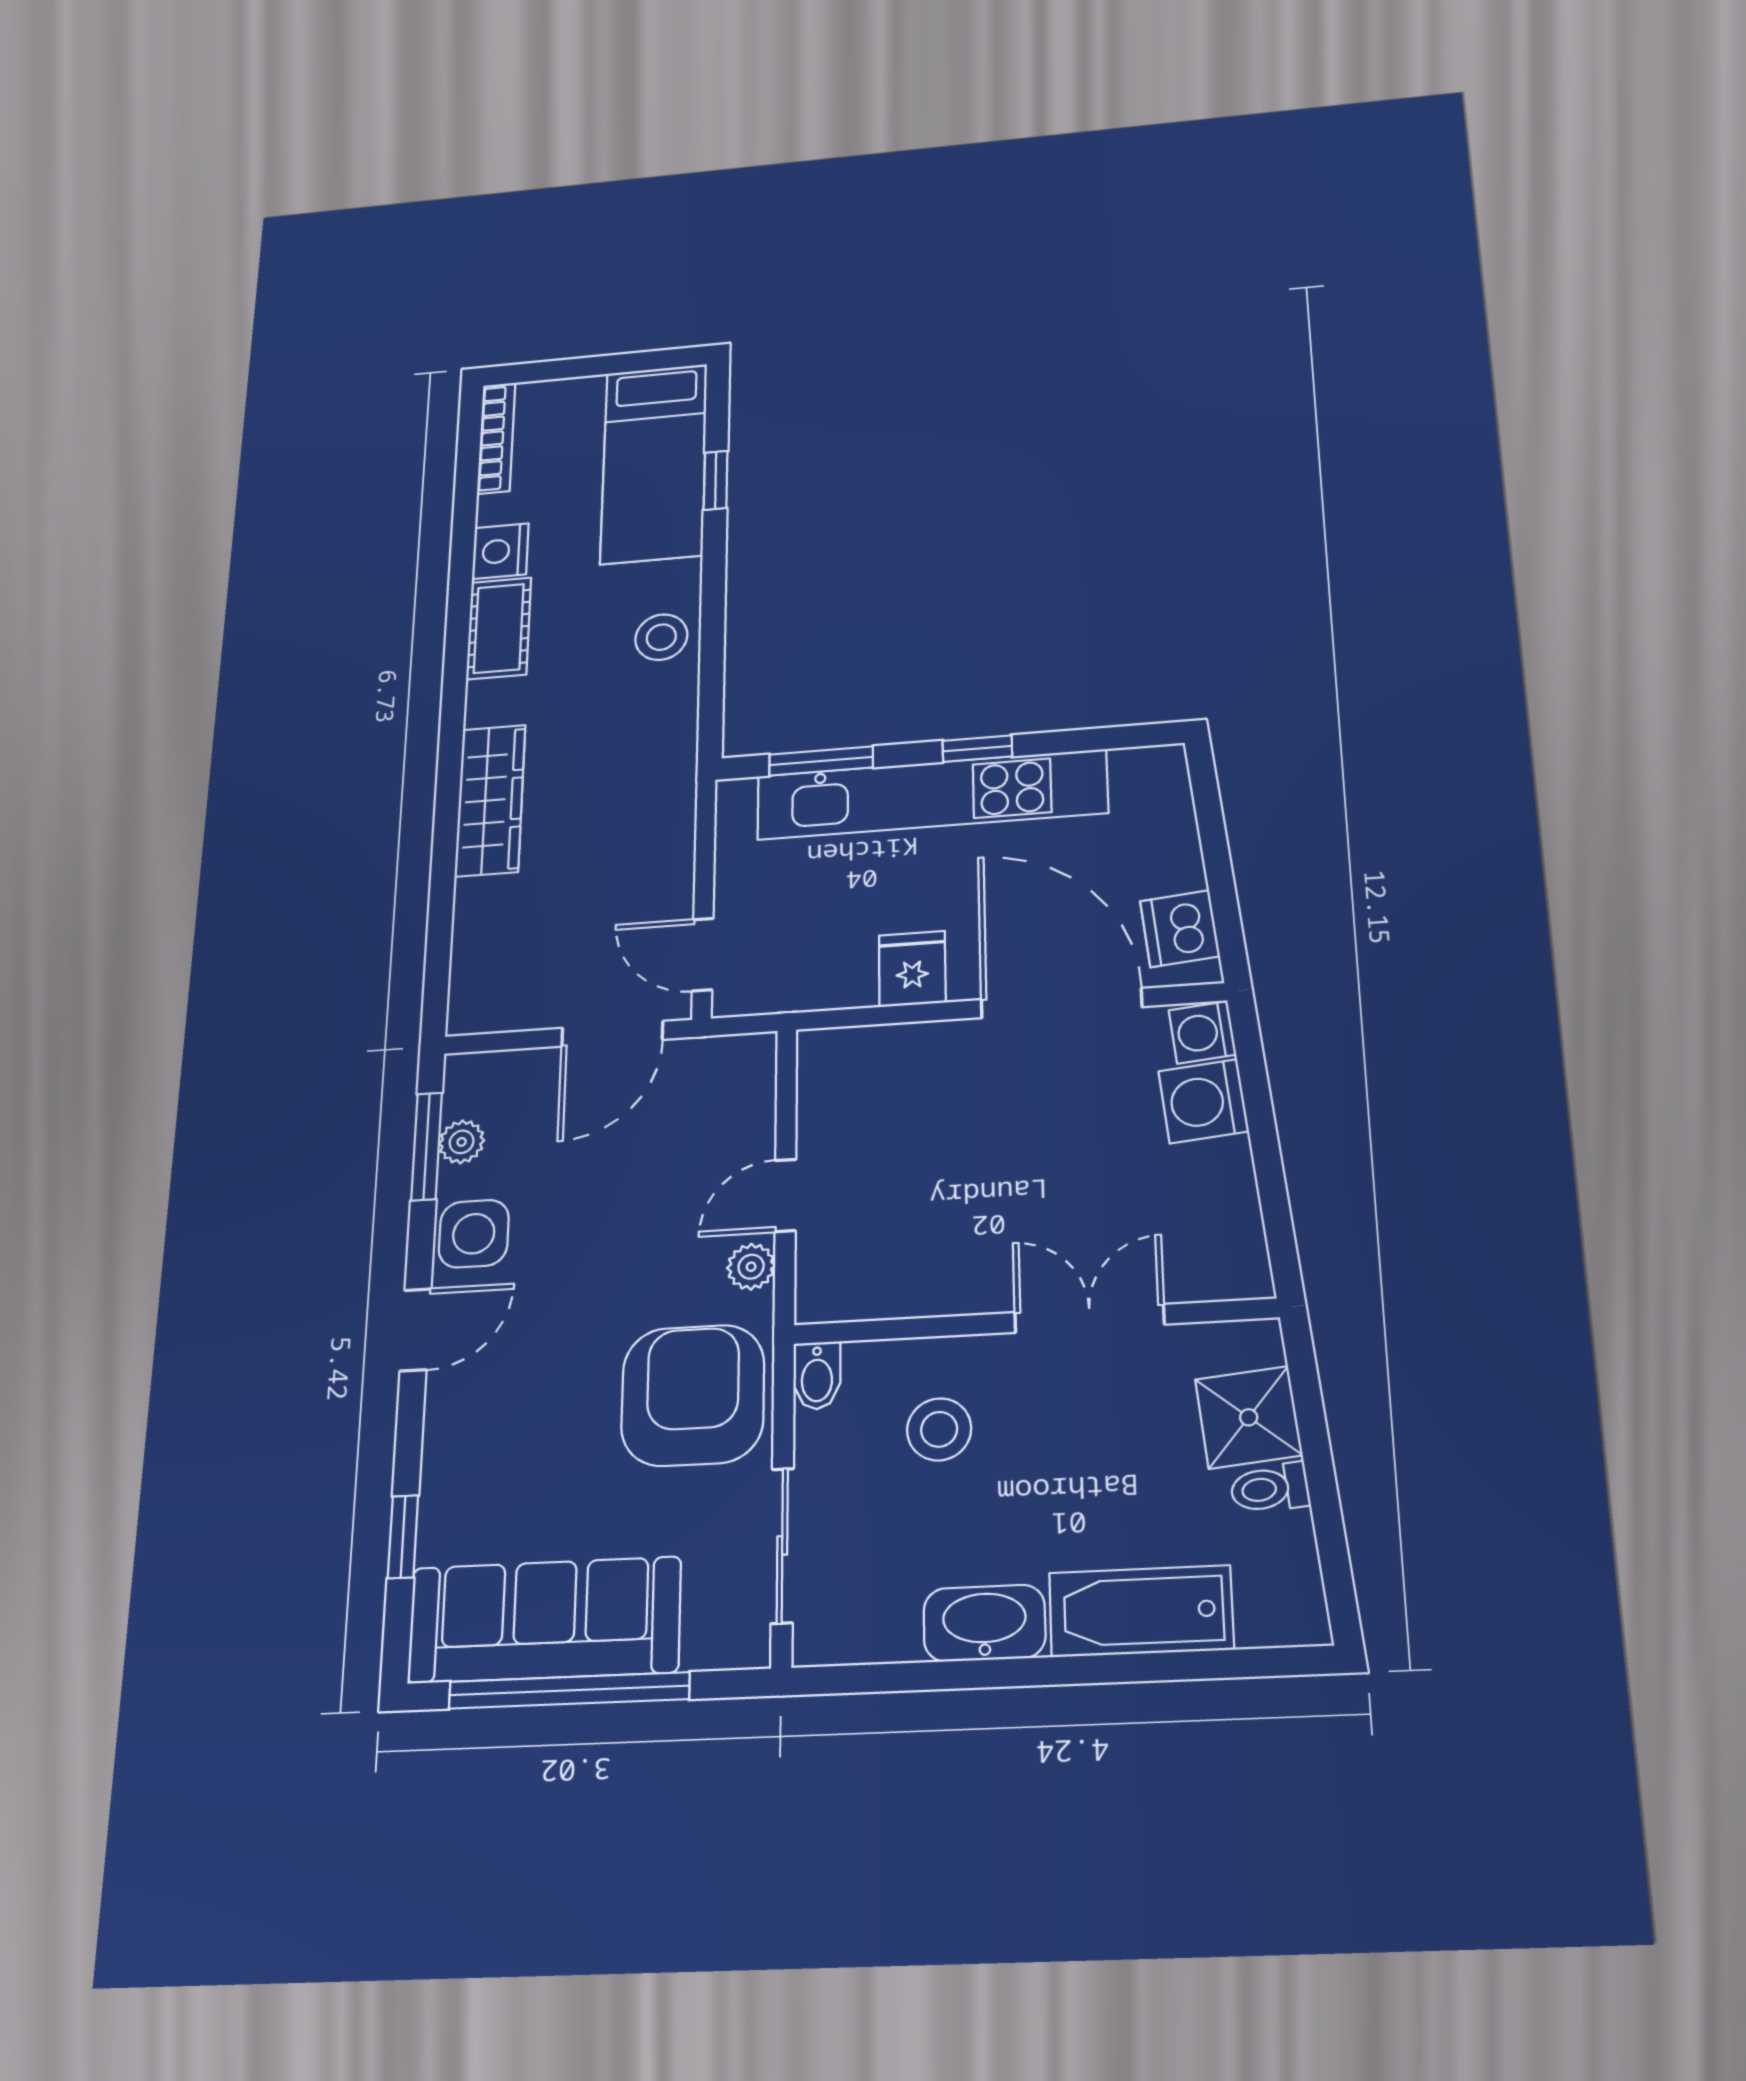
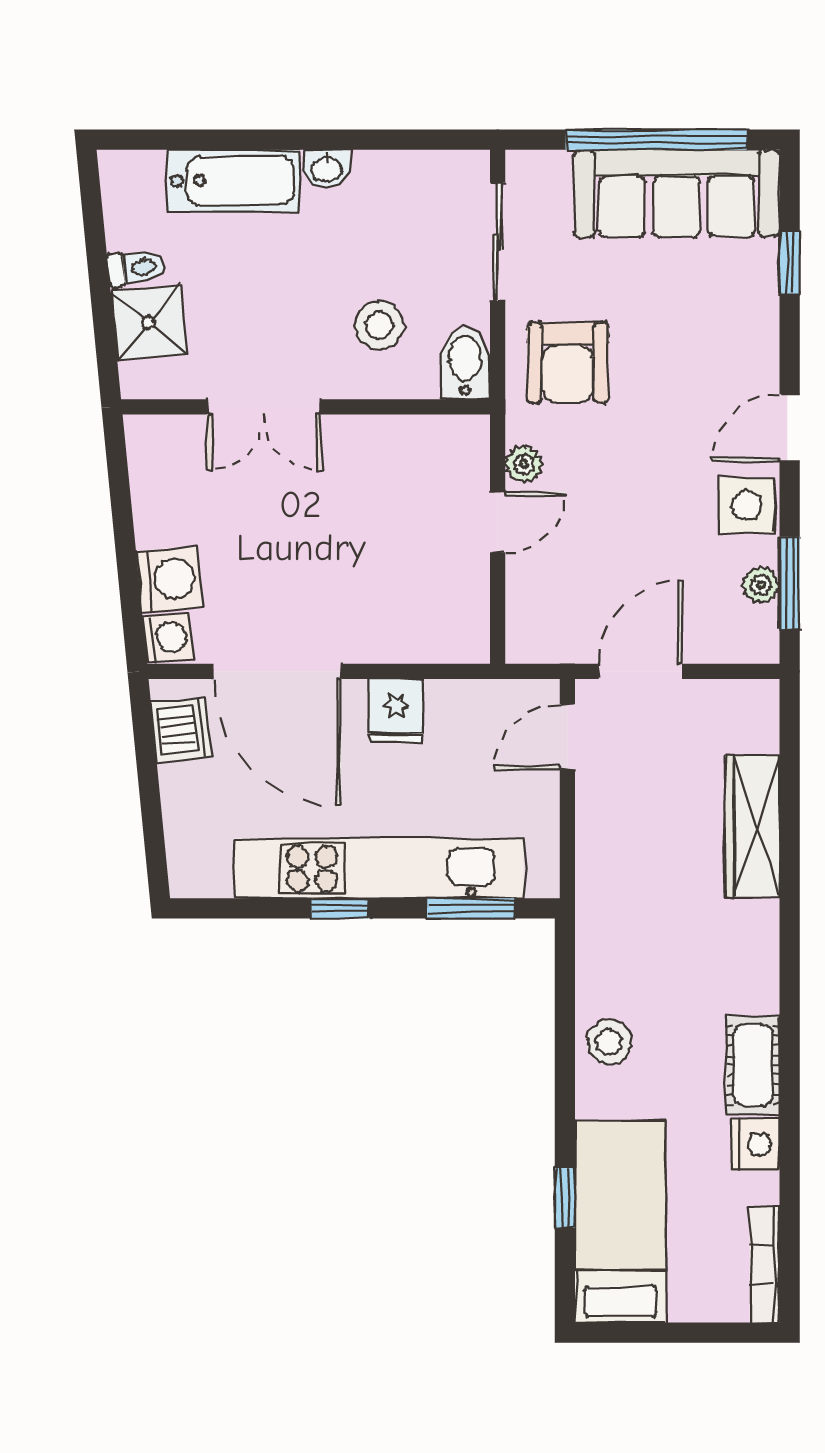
wardrobe: (490, 800) -> (752, 826), moved
door: (703, 955) -> (567, 737), swing flipped
bidet: (817, 1376) -> (465, 363), width x1.38, depth x1.36
armchair: (693, 1395) -> (568, 363), width x0.73, depth x0.73
washbasin: (984, 1623) -> (326, 168), width x0.52, depth x0.69

